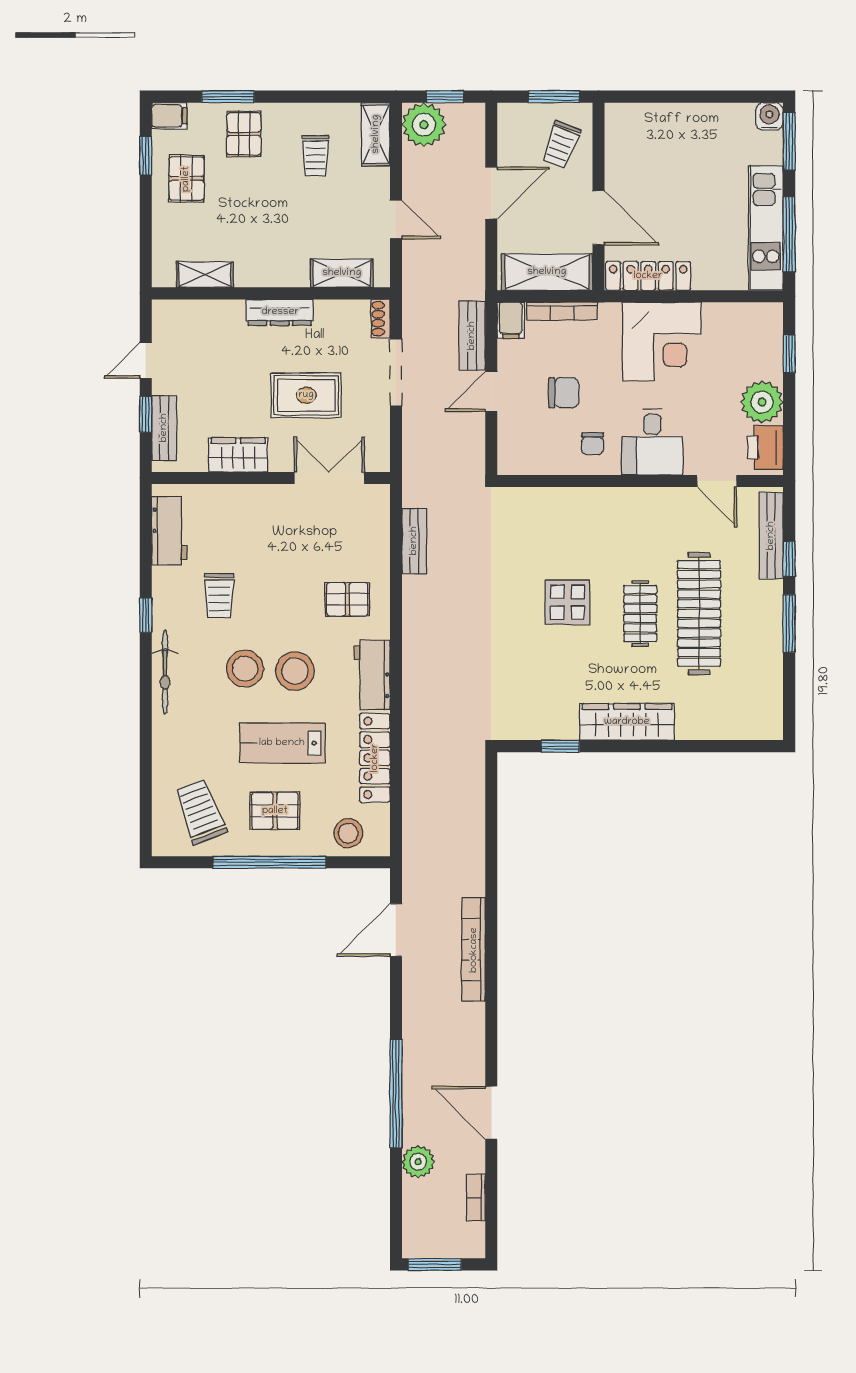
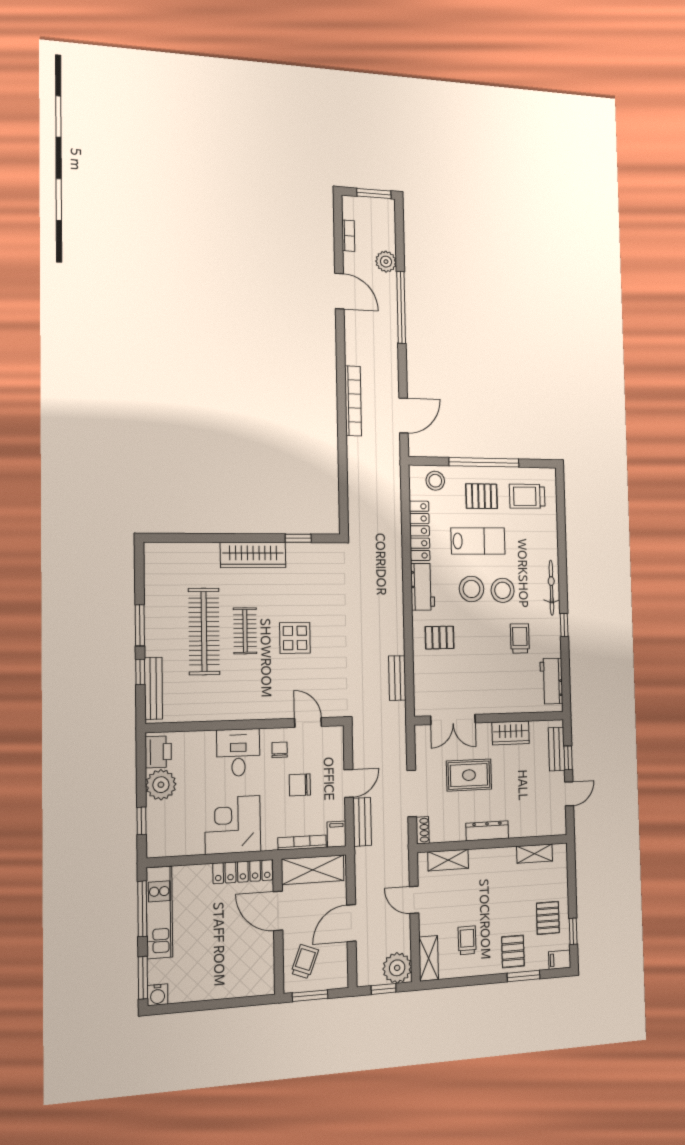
door: (717, 481) -> (308, 722), moved
trolley: (201, 812) -> (527, 496), turned 111

